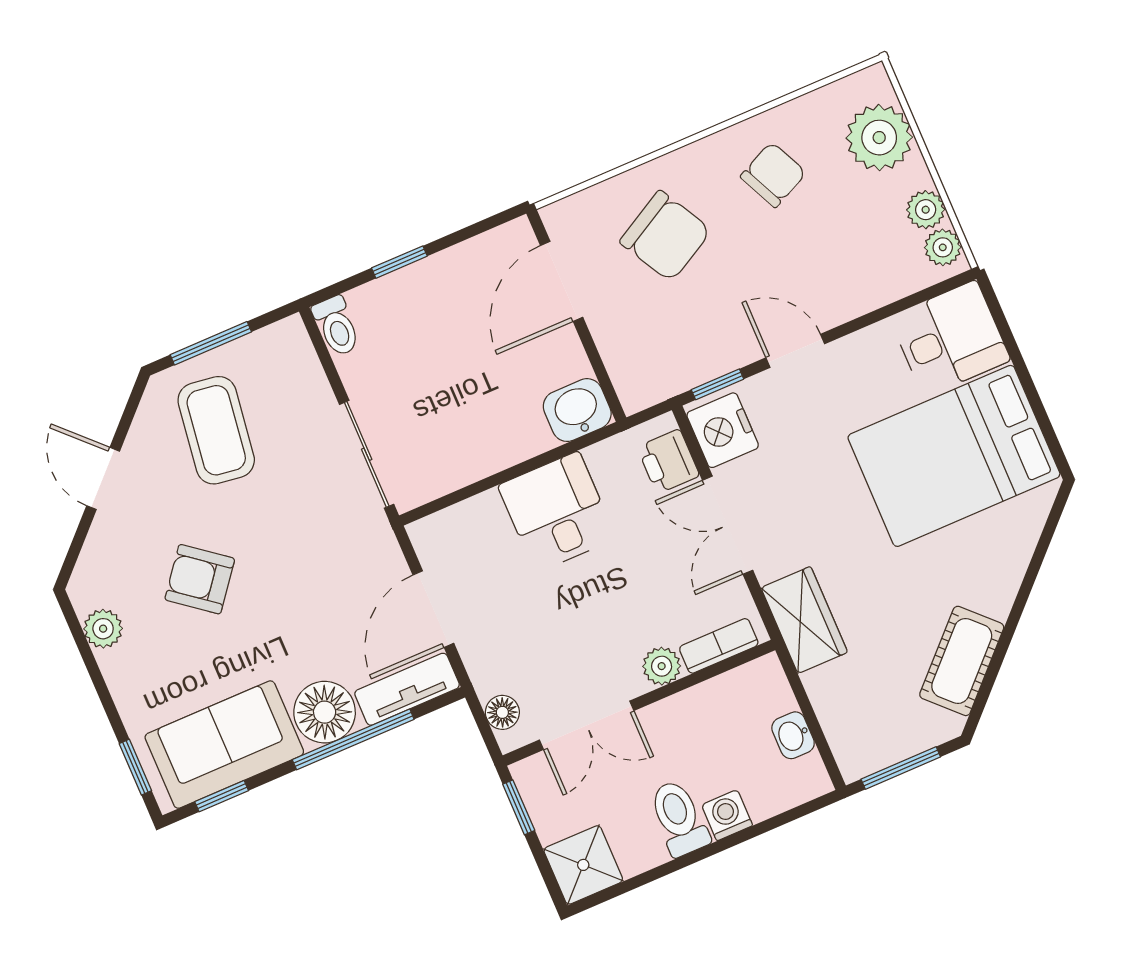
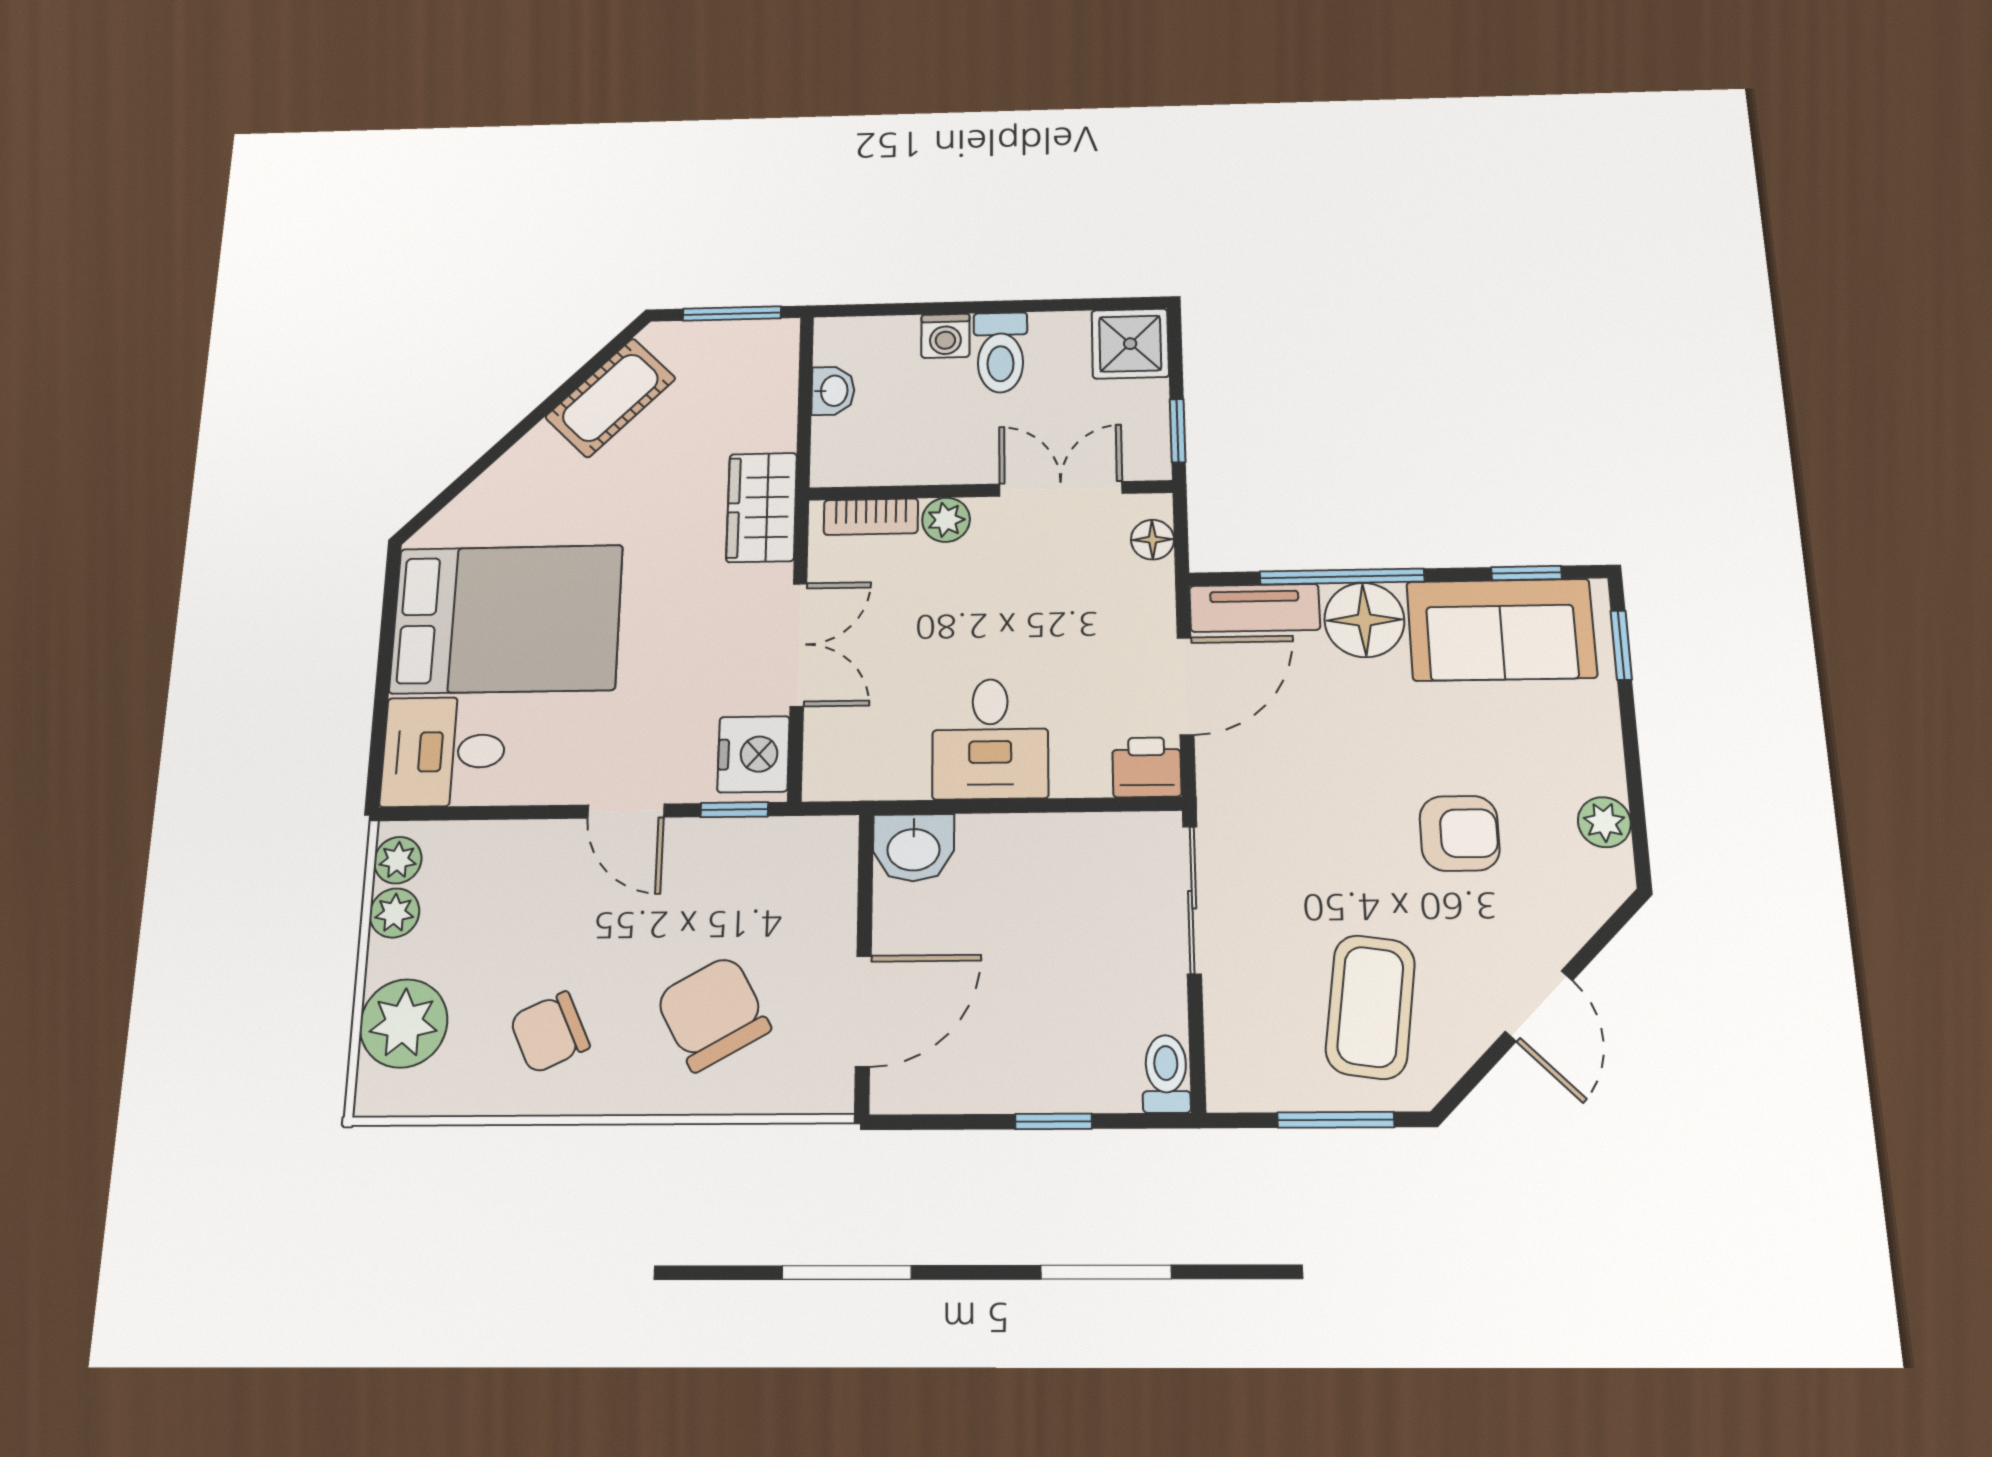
printer: (668, 461) -> (1147, 767), moved, turned -90
armchair: (200, 579) -> (1460, 833), turned -38

